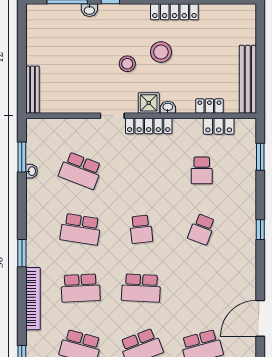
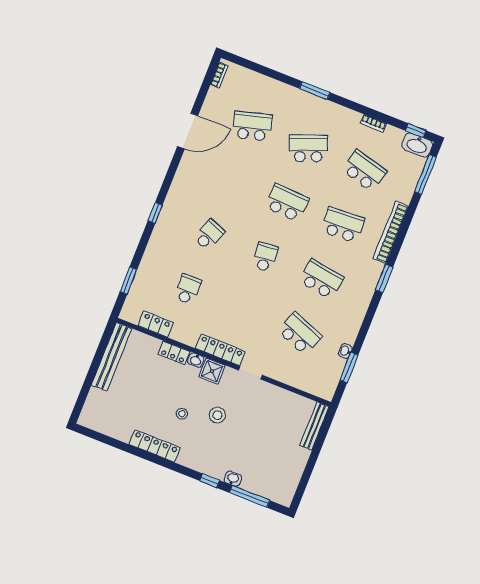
stool: (161, 52) -> (182, 414), width x0.53, depth x0.53
locker: (209, 106) -> (174, 353), moved

